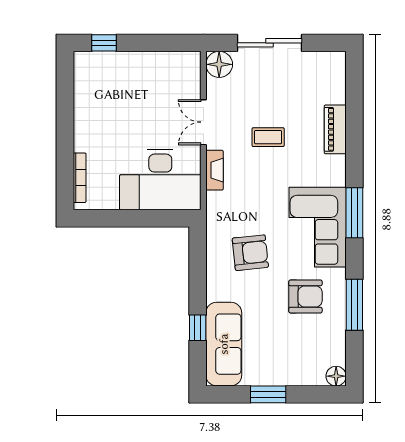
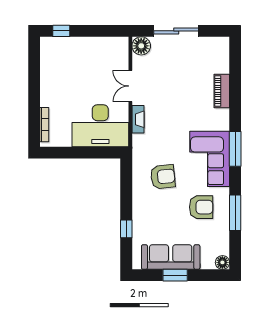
coffee table: (268, 137) -> (175, 96), removed
sofa: (224, 344) -> (171, 257), moved, turned -90

